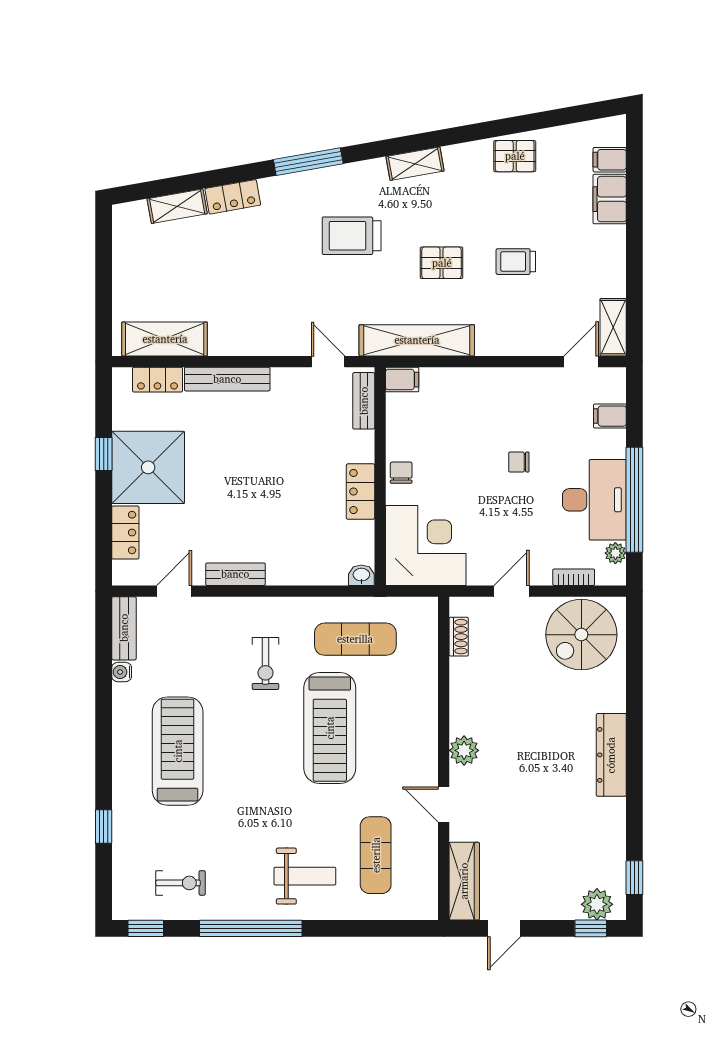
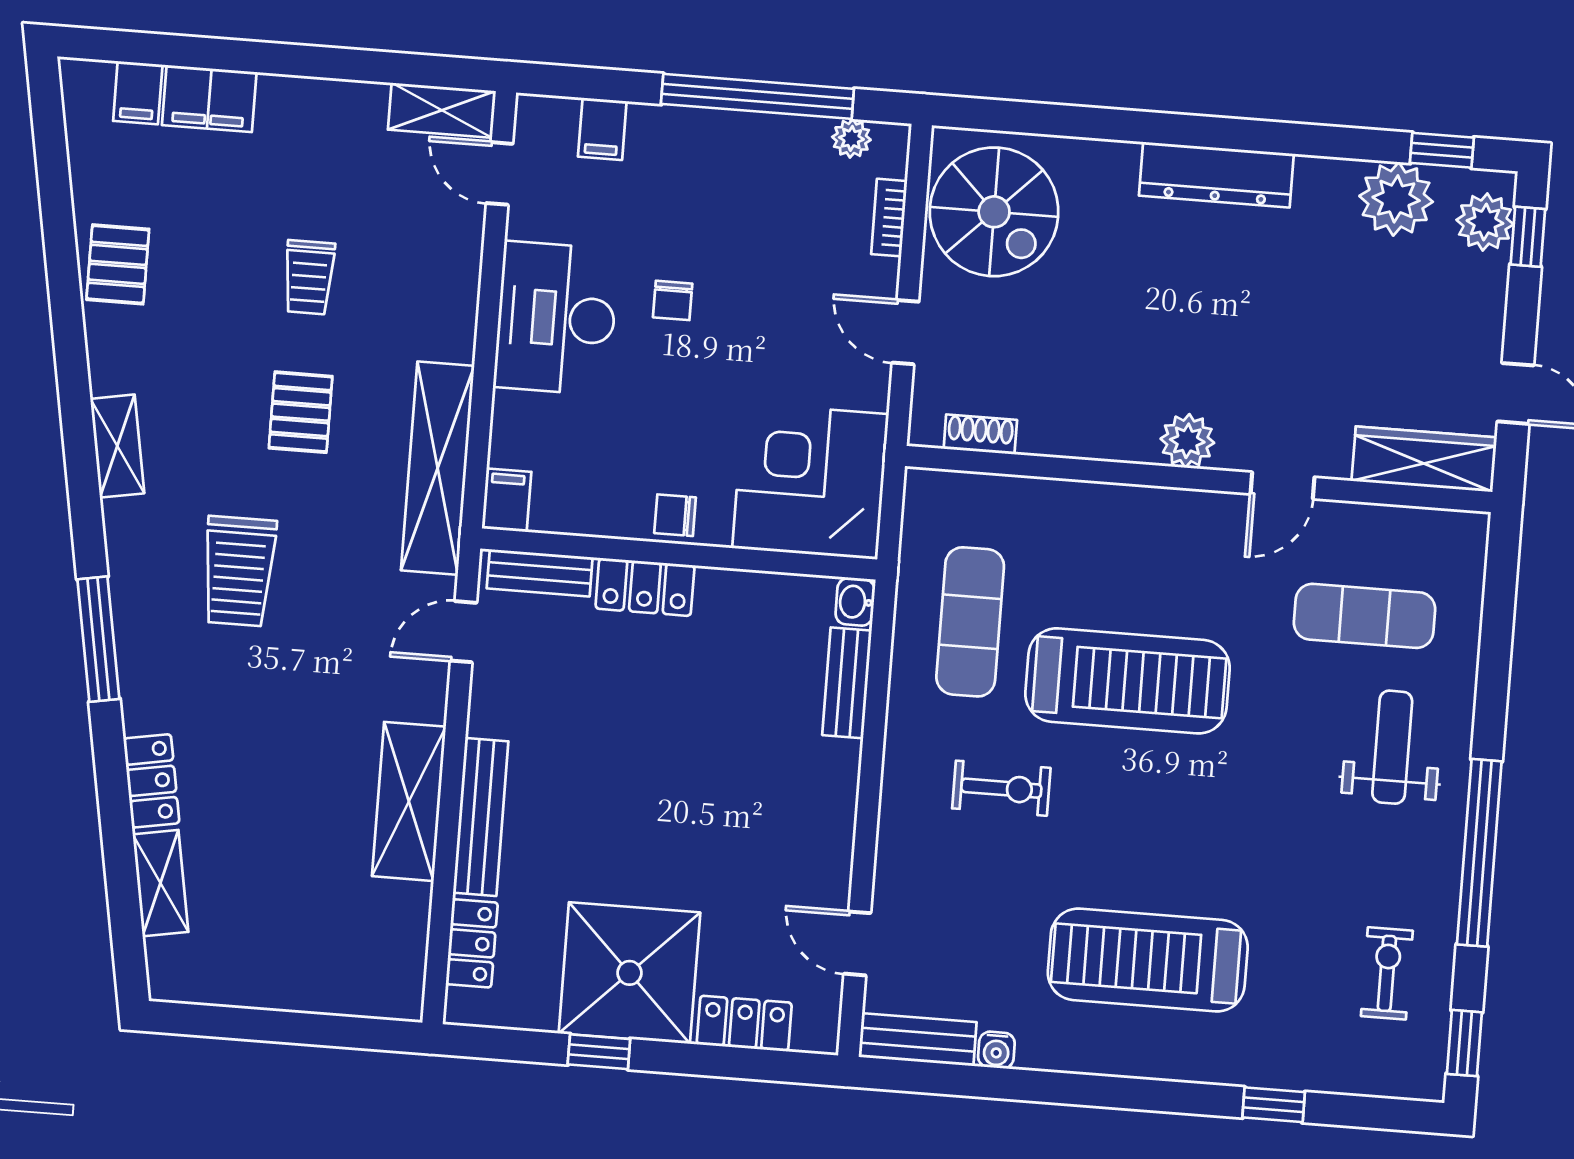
shelving: (165, 339) -> (409, 801), moved
locker: (360, 492) -> (645, 587), moved
desk: (594, 500) -> (556, 318), moved, turned -90
bench: (235, 574) -> (847, 683), moved
plant: (606, 855) -> (1396, 199), added

